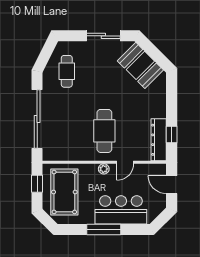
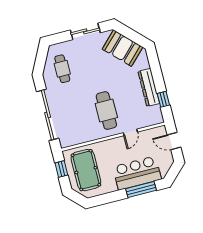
dresser: (159, 140) -> (149, 87), moved
plant: (104, 169) -> (114, 142), removed
window: (104, 230) -> (141, 189), moved

